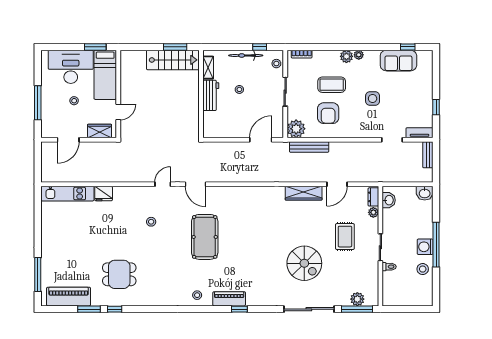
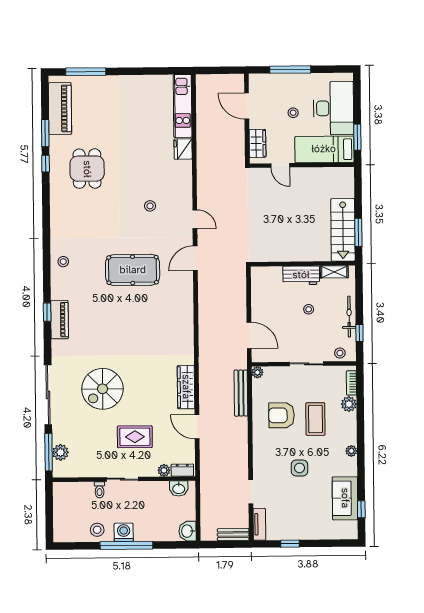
plant: (346, 56) -> (349, 404), moved
plant: (296, 129) -> (257, 372), width x0.53, depth x0.53
piano: (229, 299) -> (59, 320), moved

